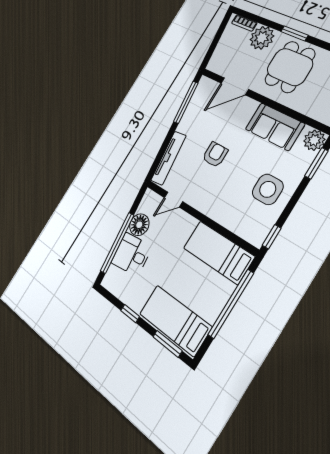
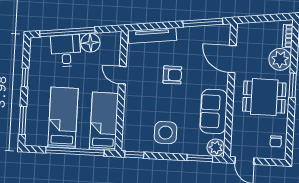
door: (173, 200) -> (122, 75), moved
bed: (175, 320) -> (63, 118), moved

